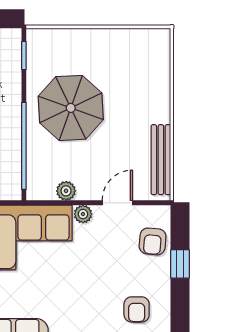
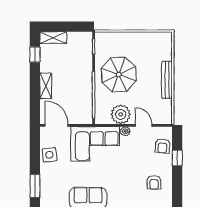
bench: (161, 160) -> (167, 80), moved
plant: (66, 191) -> (121, 114), width x1.88, depth x1.88
door: (117, 203) -> (144, 125), hinge flipped

